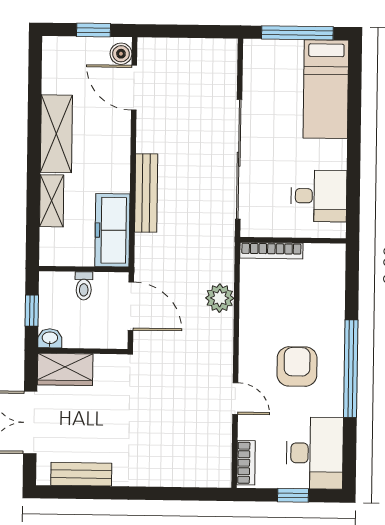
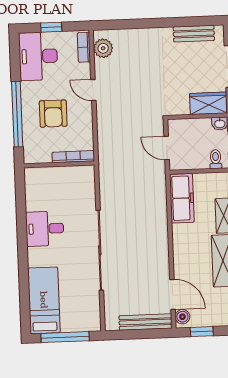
bench: (146, 193) -> (146, 322), moved, turned 90
wall: (293, 240) -> (59, 164), moved
bookcase: (271, 251) -> (73, 157), moved
toilet: (84, 286) -> (216, 159), moved
plant: (220, 298) -> (103, 48), moved
door: (131, 306) -> (167, 148), width x0.73

